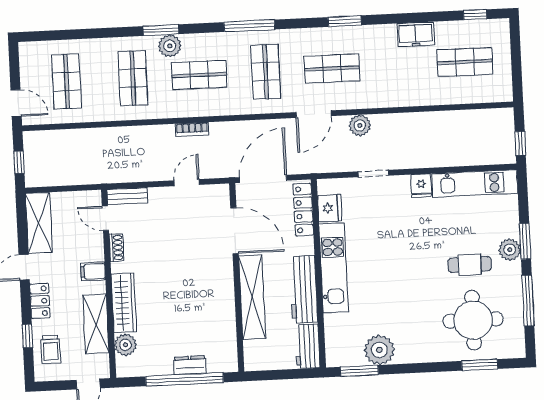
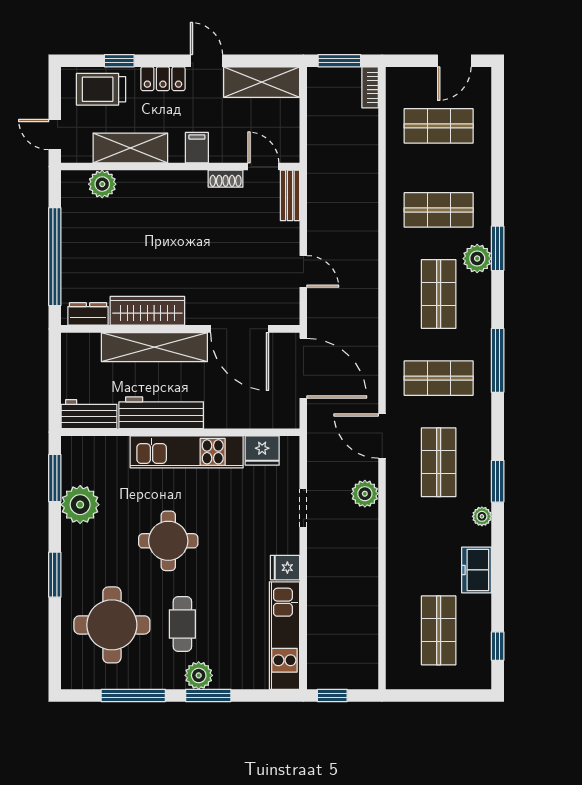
plant: (373, 32) -> (482, 516), added
door: (16, 103) -> (454, 61), moved
bookcase: (192, 129) -> (370, 87), moved
window: (19, 162) -> (339, 61), width x1.50
locker: (303, 210) -> (262, 417), removed
door: (105, 218) -> (263, 167), hinge flipped
door: (234, 231) -> (240, 329), hinge flipped
round table: (405, 279) -> (168, 541), added
wardrobe: (124, 303) -> (147, 311), moved, turned 180
trolley: (51, 349) -> (101, 89), width x1.36, depth x1.39
dresser: (190, 365) -> (88, 314), moved, turned -90
window: (480, 365) -> (55, 575), moved

